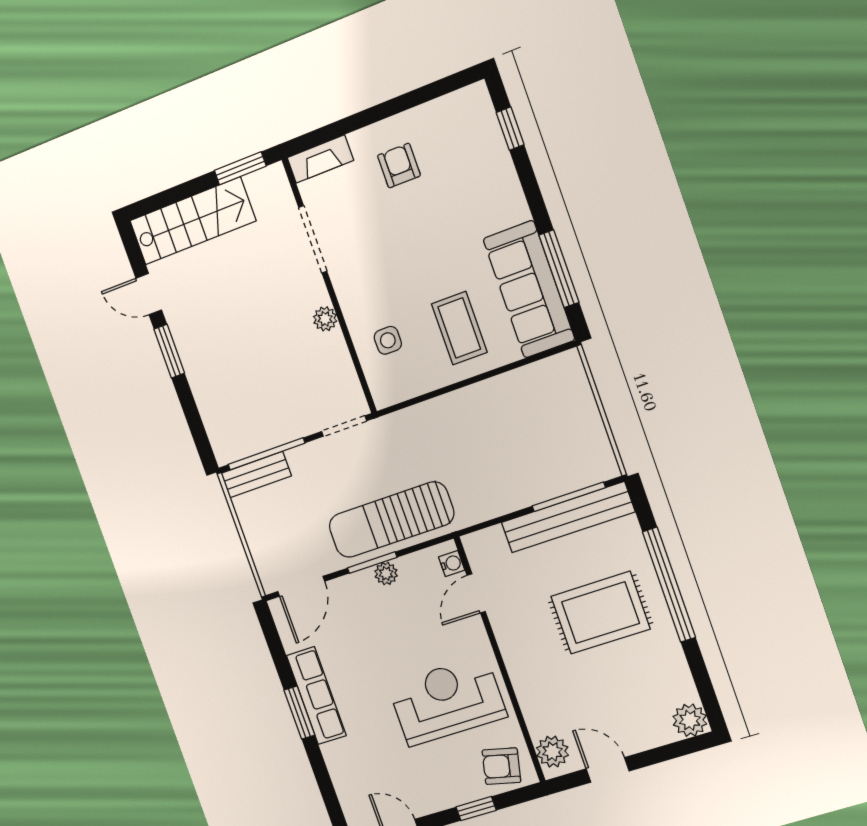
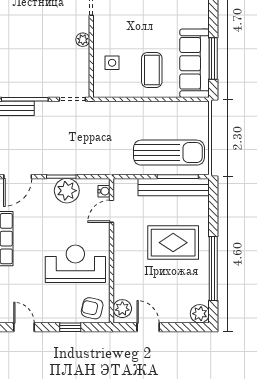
sun lounger: (391, 520) -> (169, 153), moved, turned 180
plant: (386, 573) -> (67, 191), width x1.88, depth x1.88
window: (669, 585) -> (213, 269), moved

